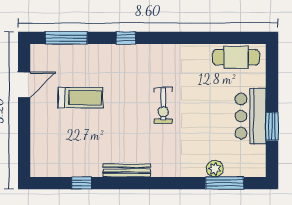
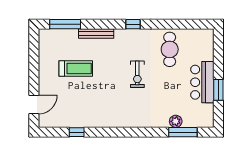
window: (126, 38) -> (133, 24), moved
cafe table: (236, 57) -> (170, 49), moved, turned 90
door: (24, 85) -> (34, 105), moved
bench: (127, 170) -> (96, 33), moved

